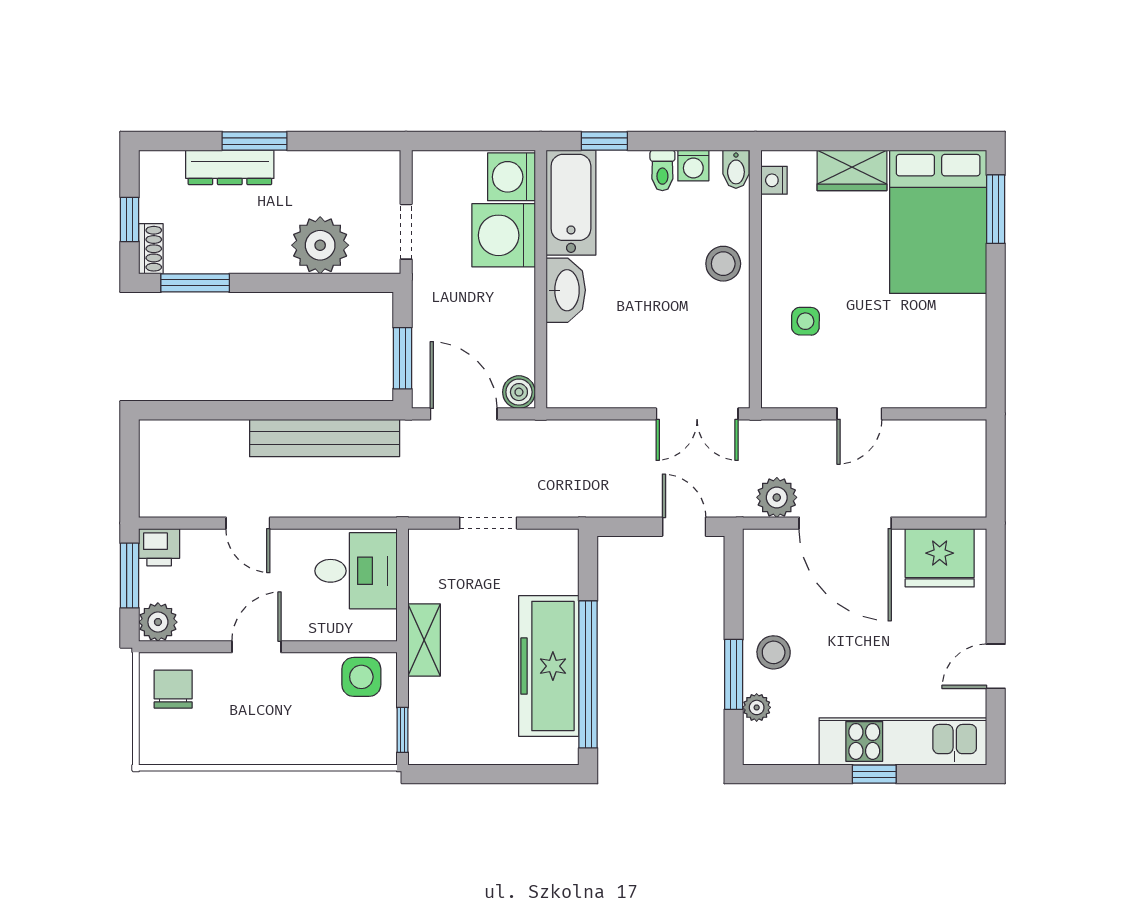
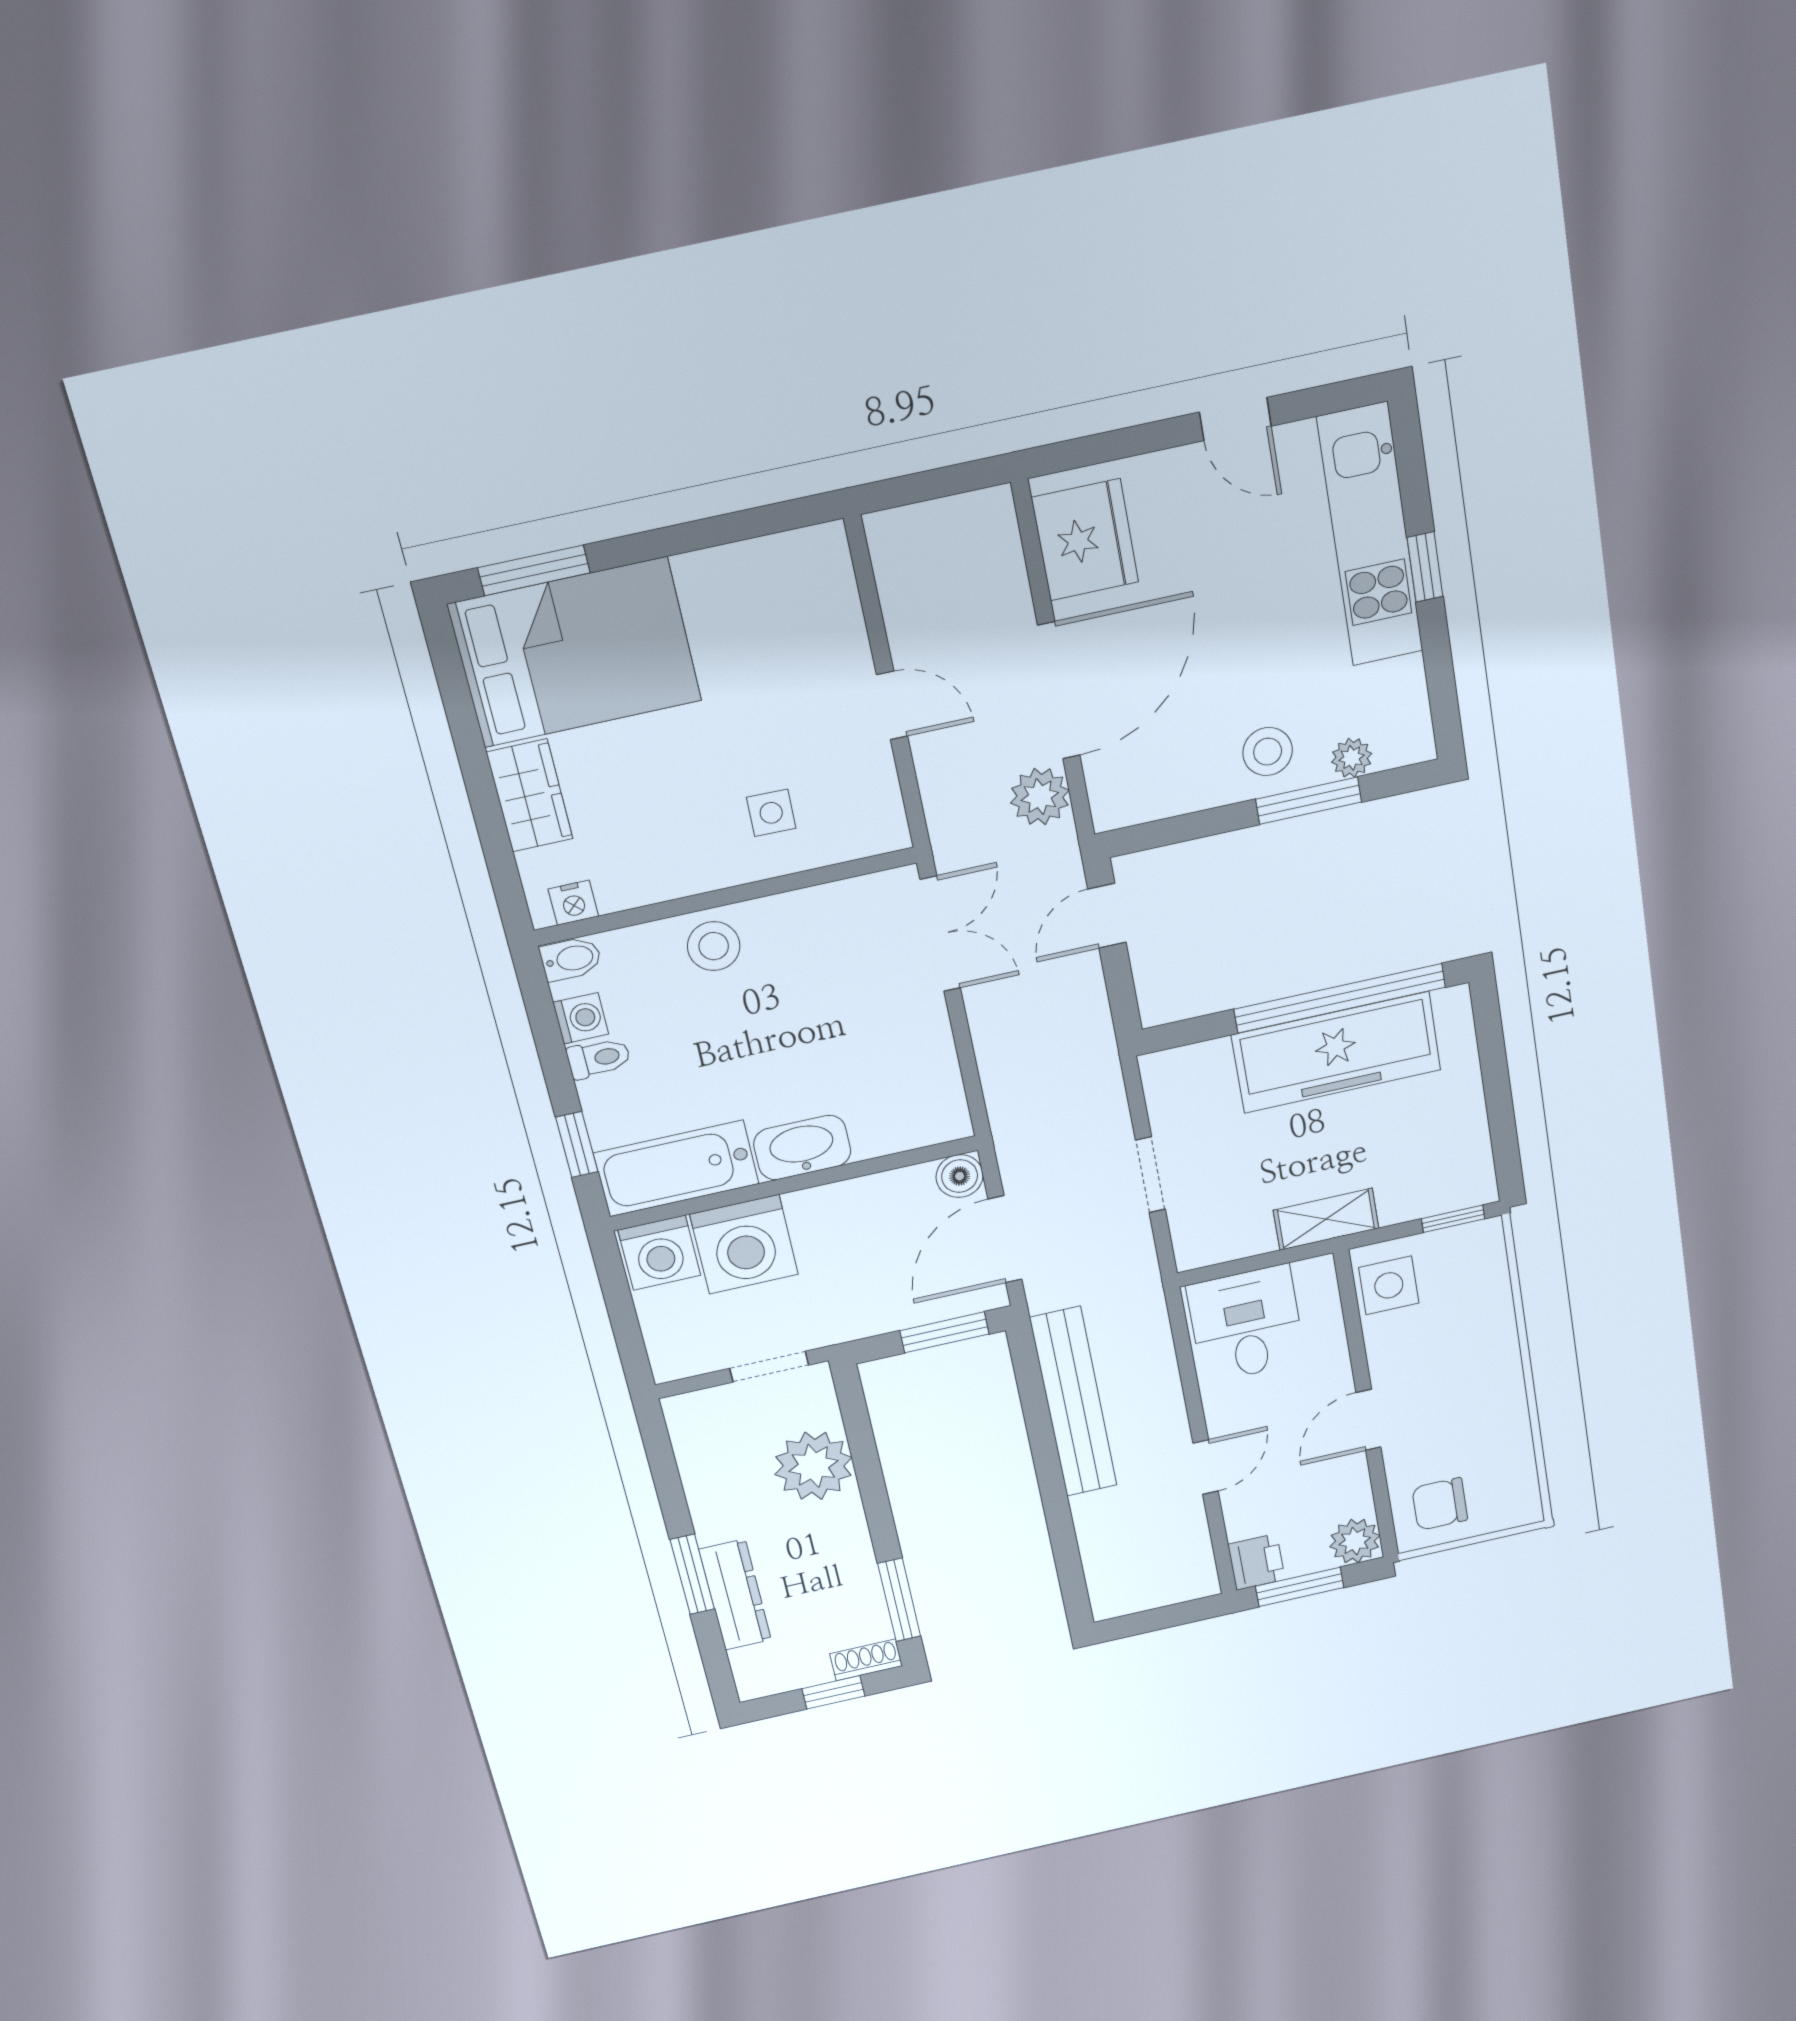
door: (256, 647) -> (1369, 1420), hinge flipped

